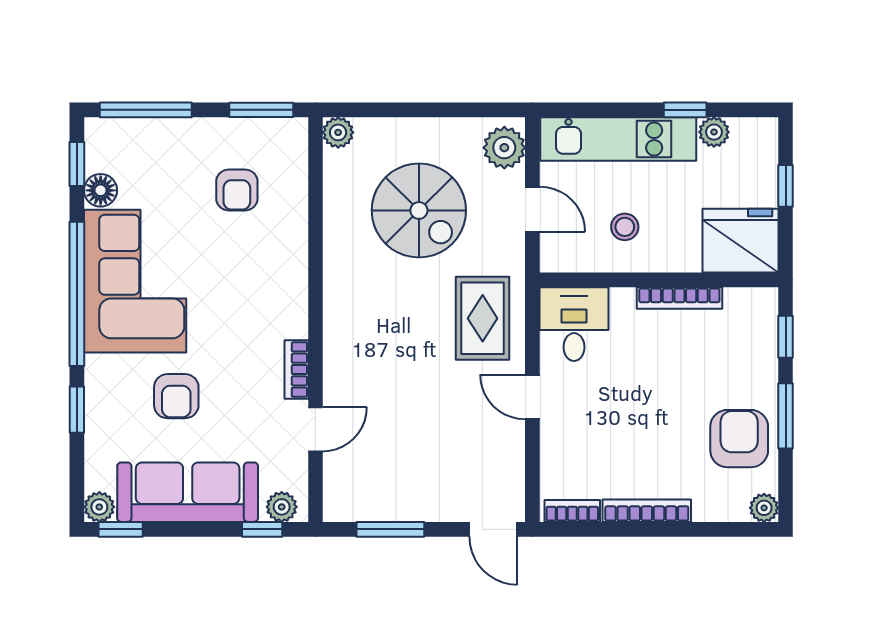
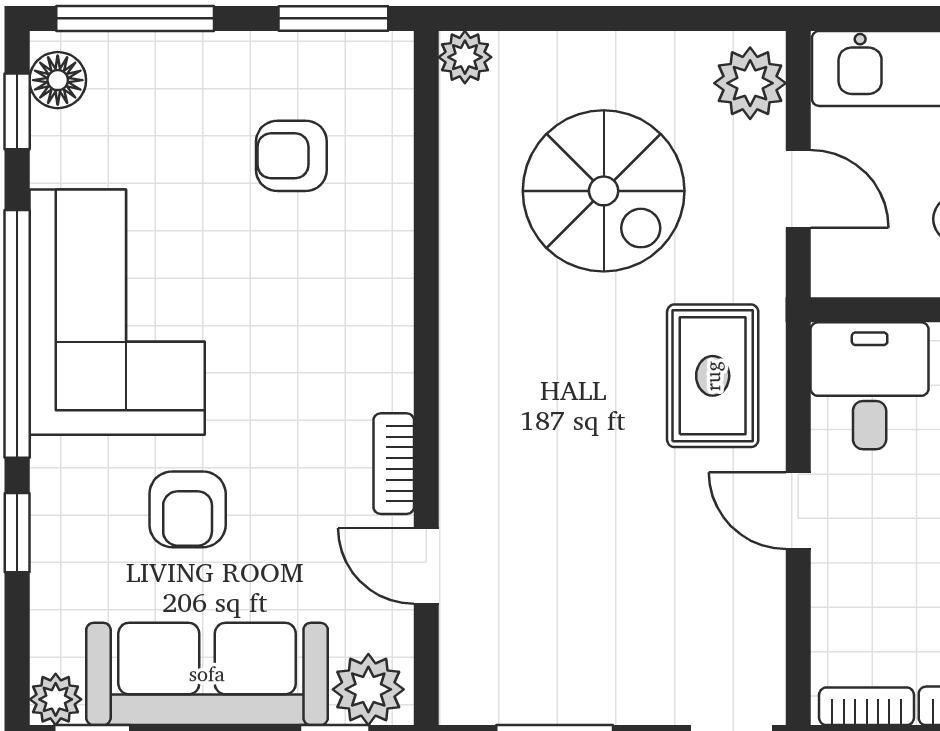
floor lamp: (101, 190) -> (58, 80), moved
armchair: (237, 190) -> (291, 156), turned 90
door: (315, 429) -> (426, 566), swing flipped
plant: (282, 507) -> (368, 689), width x1.38, depth x1.38

